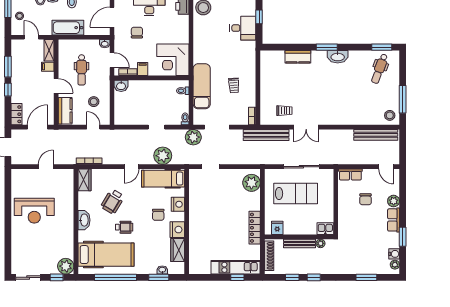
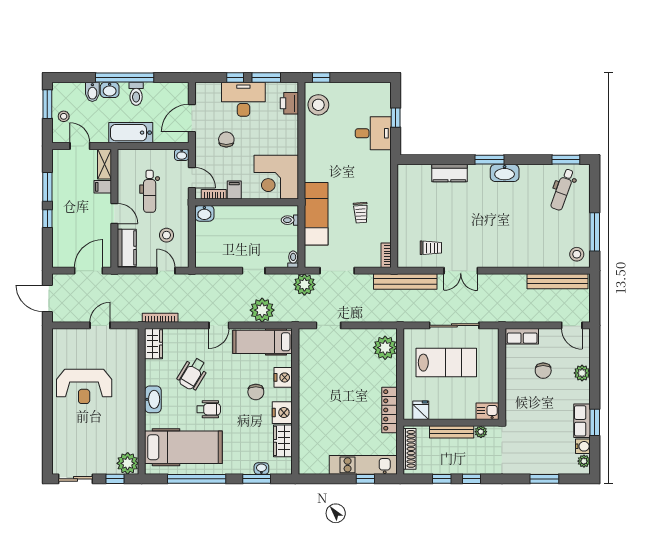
locker: (17, 114) -> (60, 253), removed
row of seats: (394, 220) -> (582, 421), moved

